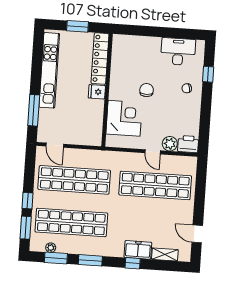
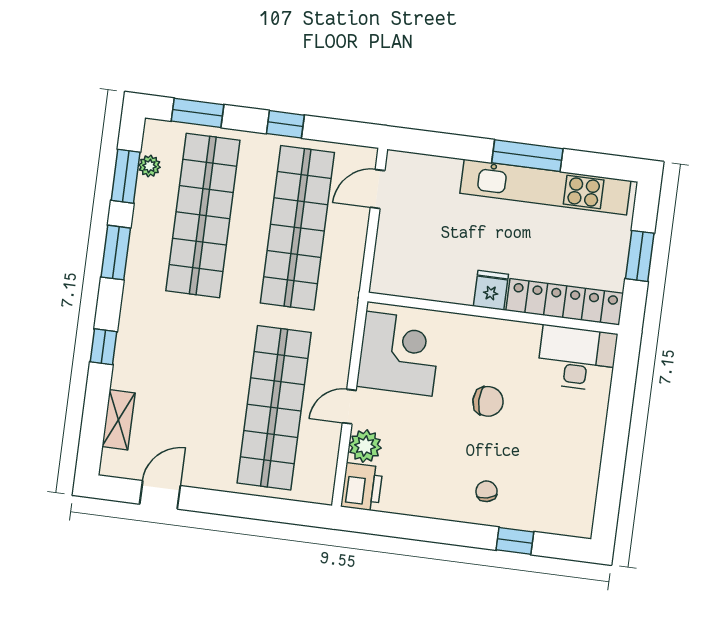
desk: (178, 52) -> (577, 358), moved, turned -90
window: (34, 110) -> (527, 156), moved
corner desk: (124, 118) -> (399, 354), moved, turned -90
window: (28, 201) -> (285, 124), moved
freezer: (138, 250) -> (133, 360), removed

